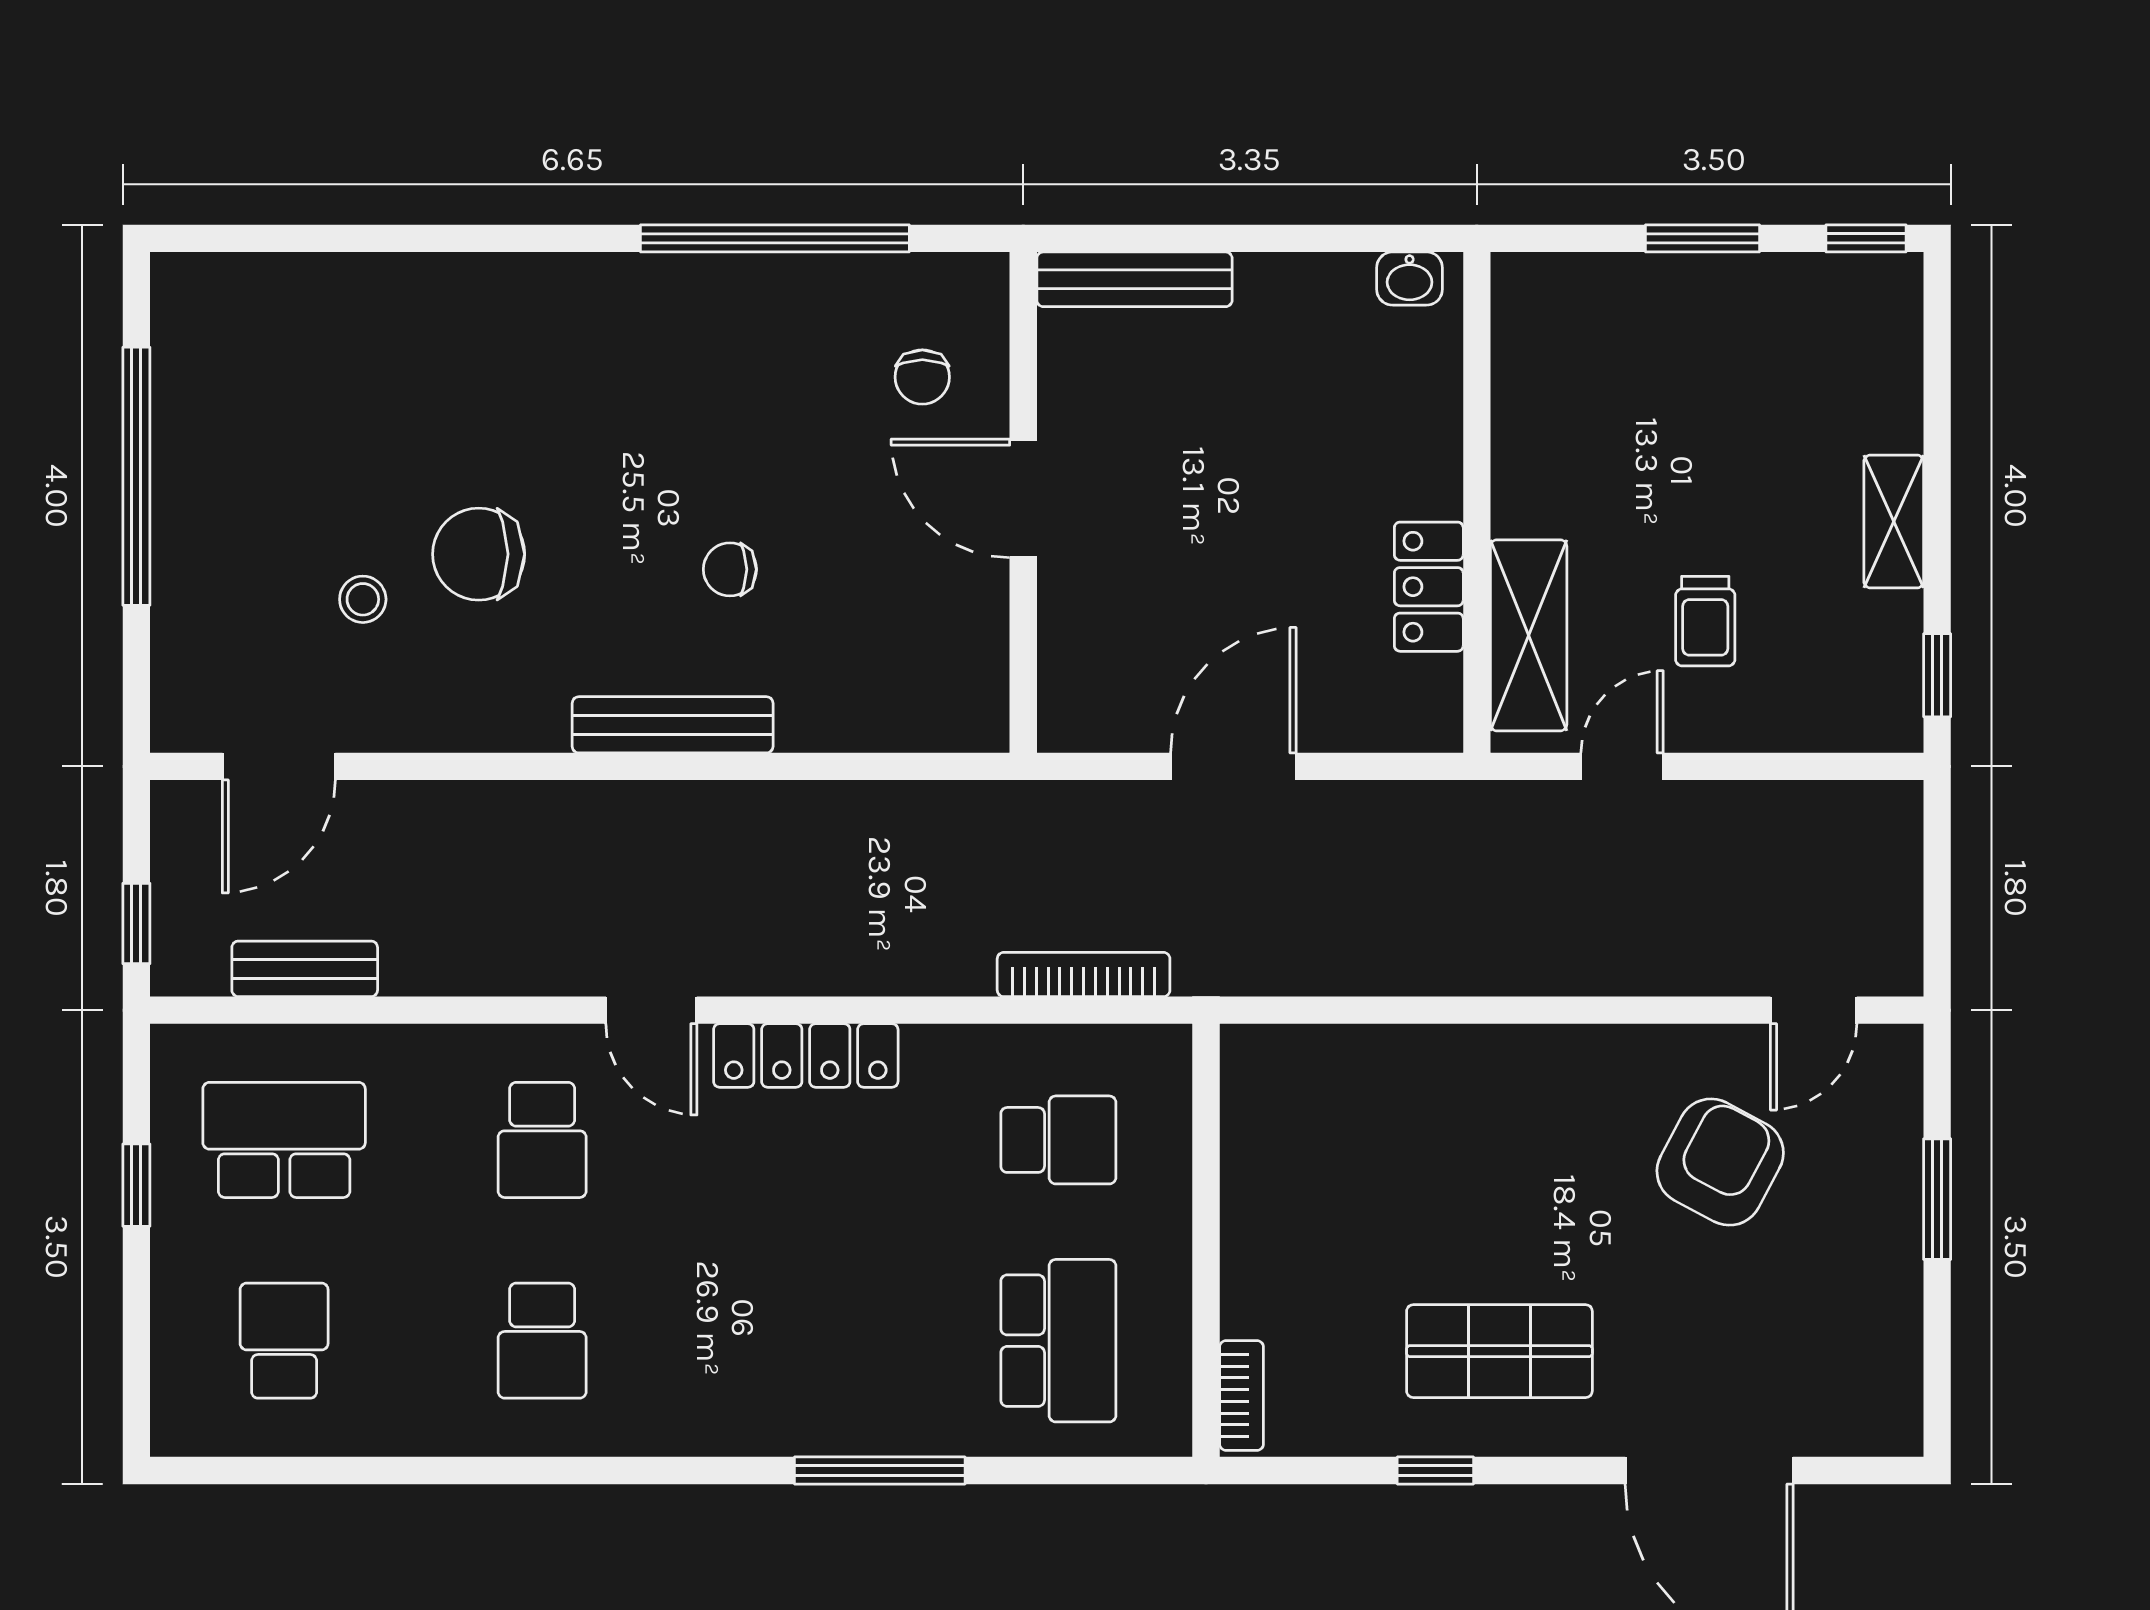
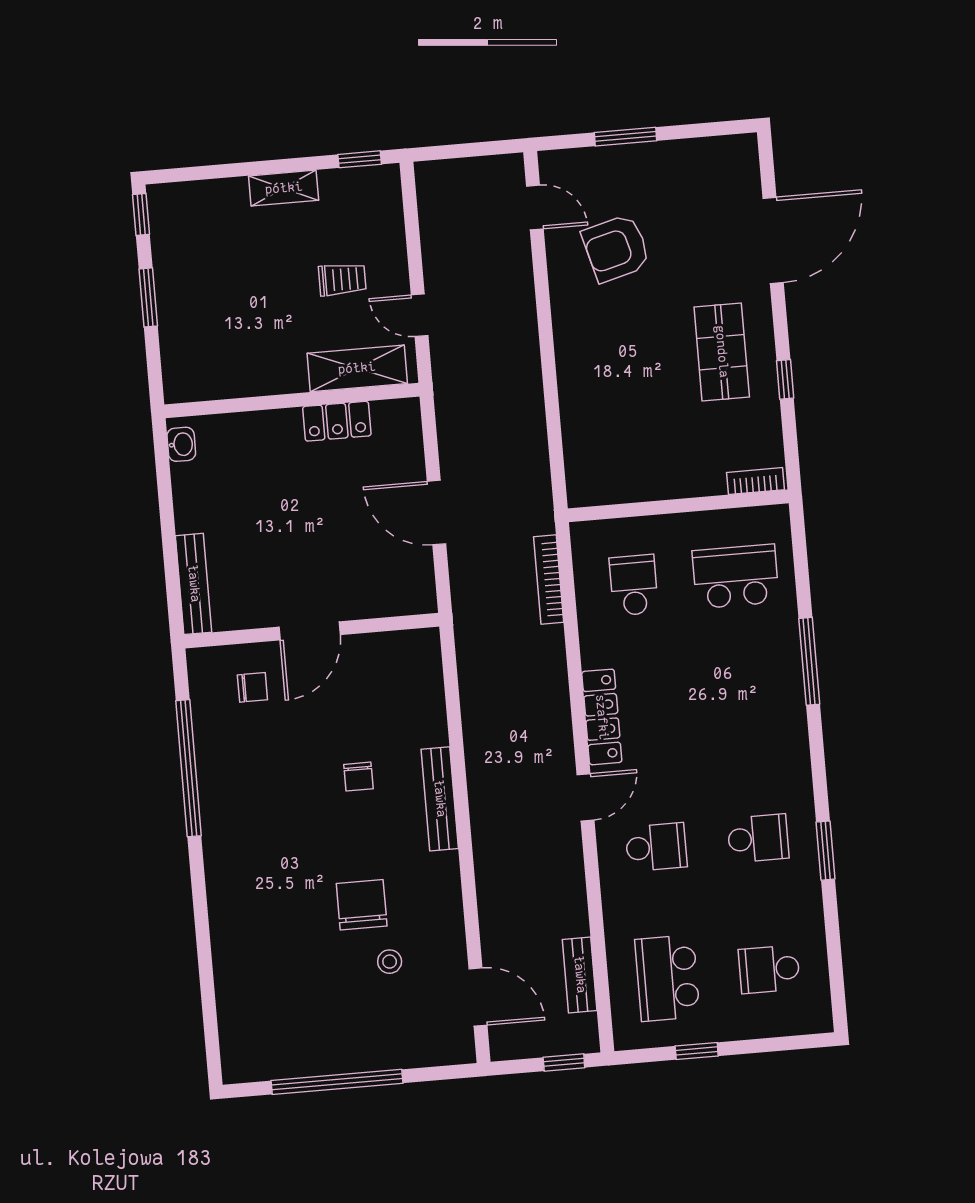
chair: (479, 554) -> (362, 905), turned 180
armchair: (1720, 1162) -> (616, 248), turned -43
window: (507, 1470) -> (825, 851), added

